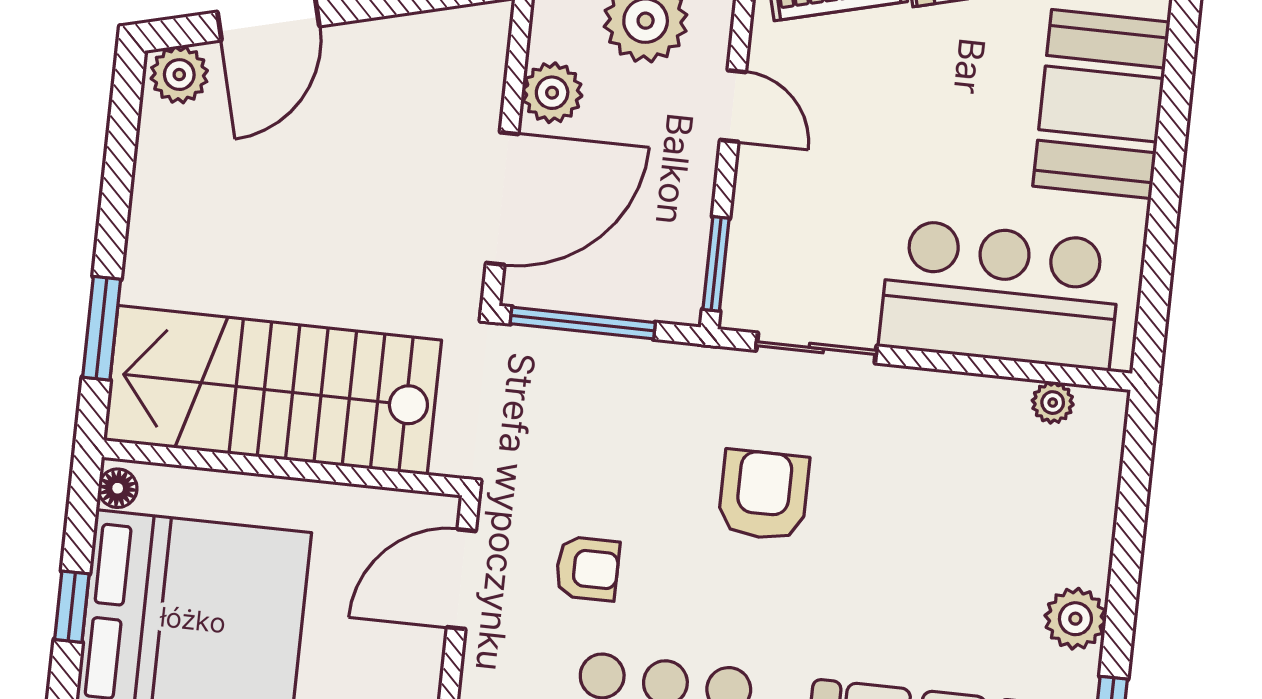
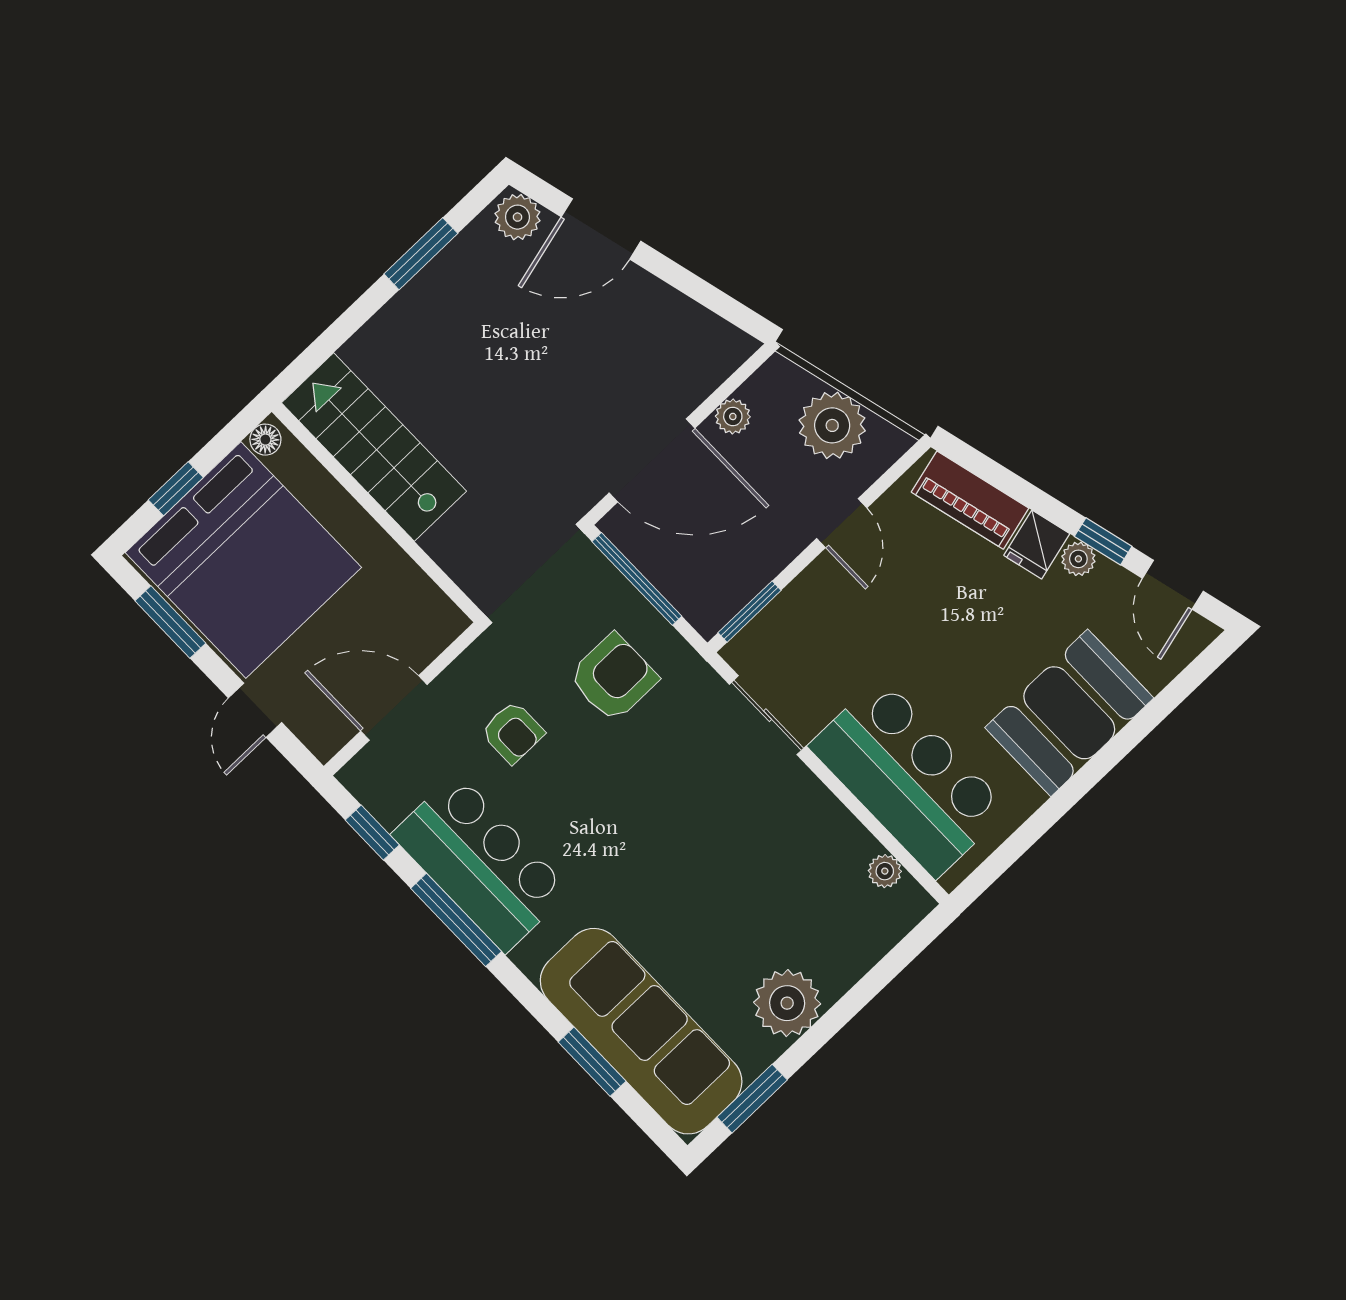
plant: (552, 93) -> (733, 416), width x0.73, depth x0.73
window: (102, 328) -> (421, 254), moved
stairs: (272, 390) -> (374, 447), width x0.73, depth x0.66
armchair: (763, 495) -> (613, 678), moved
door: (461, 579) -> (394, 708), moved
plant: (1075, 619) -> (787, 1003), width x1.36, depth x1.36

